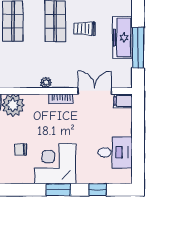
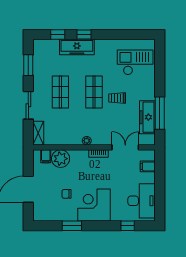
freezer: (122, 37) -> (147, 117), moved
filing cabinet: (123, 101) -> (148, 166), moved
desk: (115, 152) -> (142, 201), width x1.37
window: (58, 190) -> (72, 226), moved

